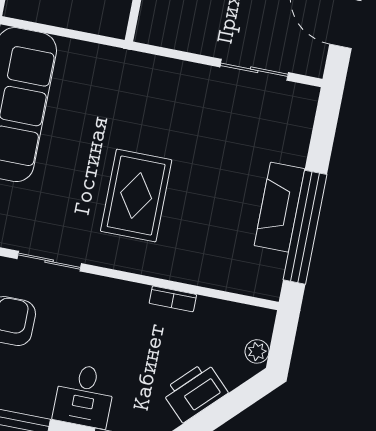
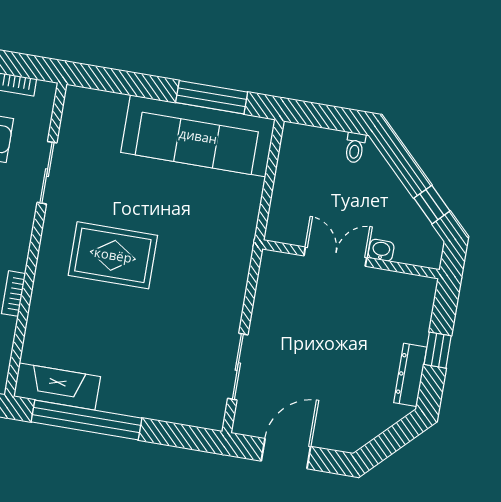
fireplace: (280, 207) -> (57, 387), moved

